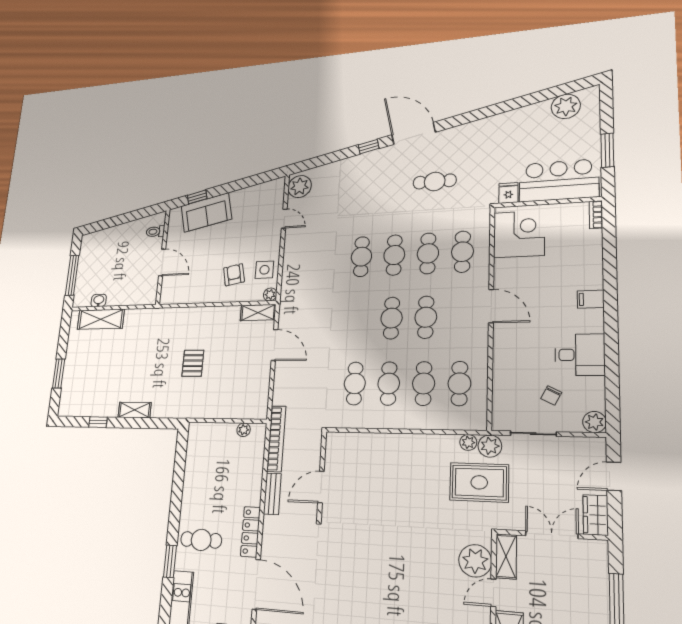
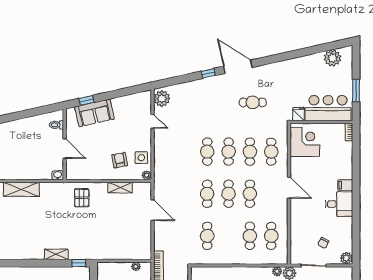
washbasin: (99, 300) -> (58, 175), moved
shelving: (258, 313) -> (120, 188), moved
desk: (580, 355) -> (339, 204), moved
pallet: (193, 363) -> (82, 198), moved
cafe table: (389, 383) -> (207, 194), moved
window: (98, 422) -> (79, 263), moved

